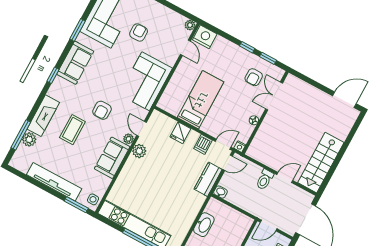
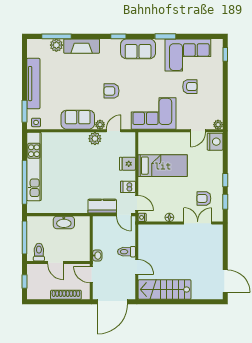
coffee table: (72, 130) -> (83, 76), removed
washbasin: (220, 192) -> (97, 256), moved

